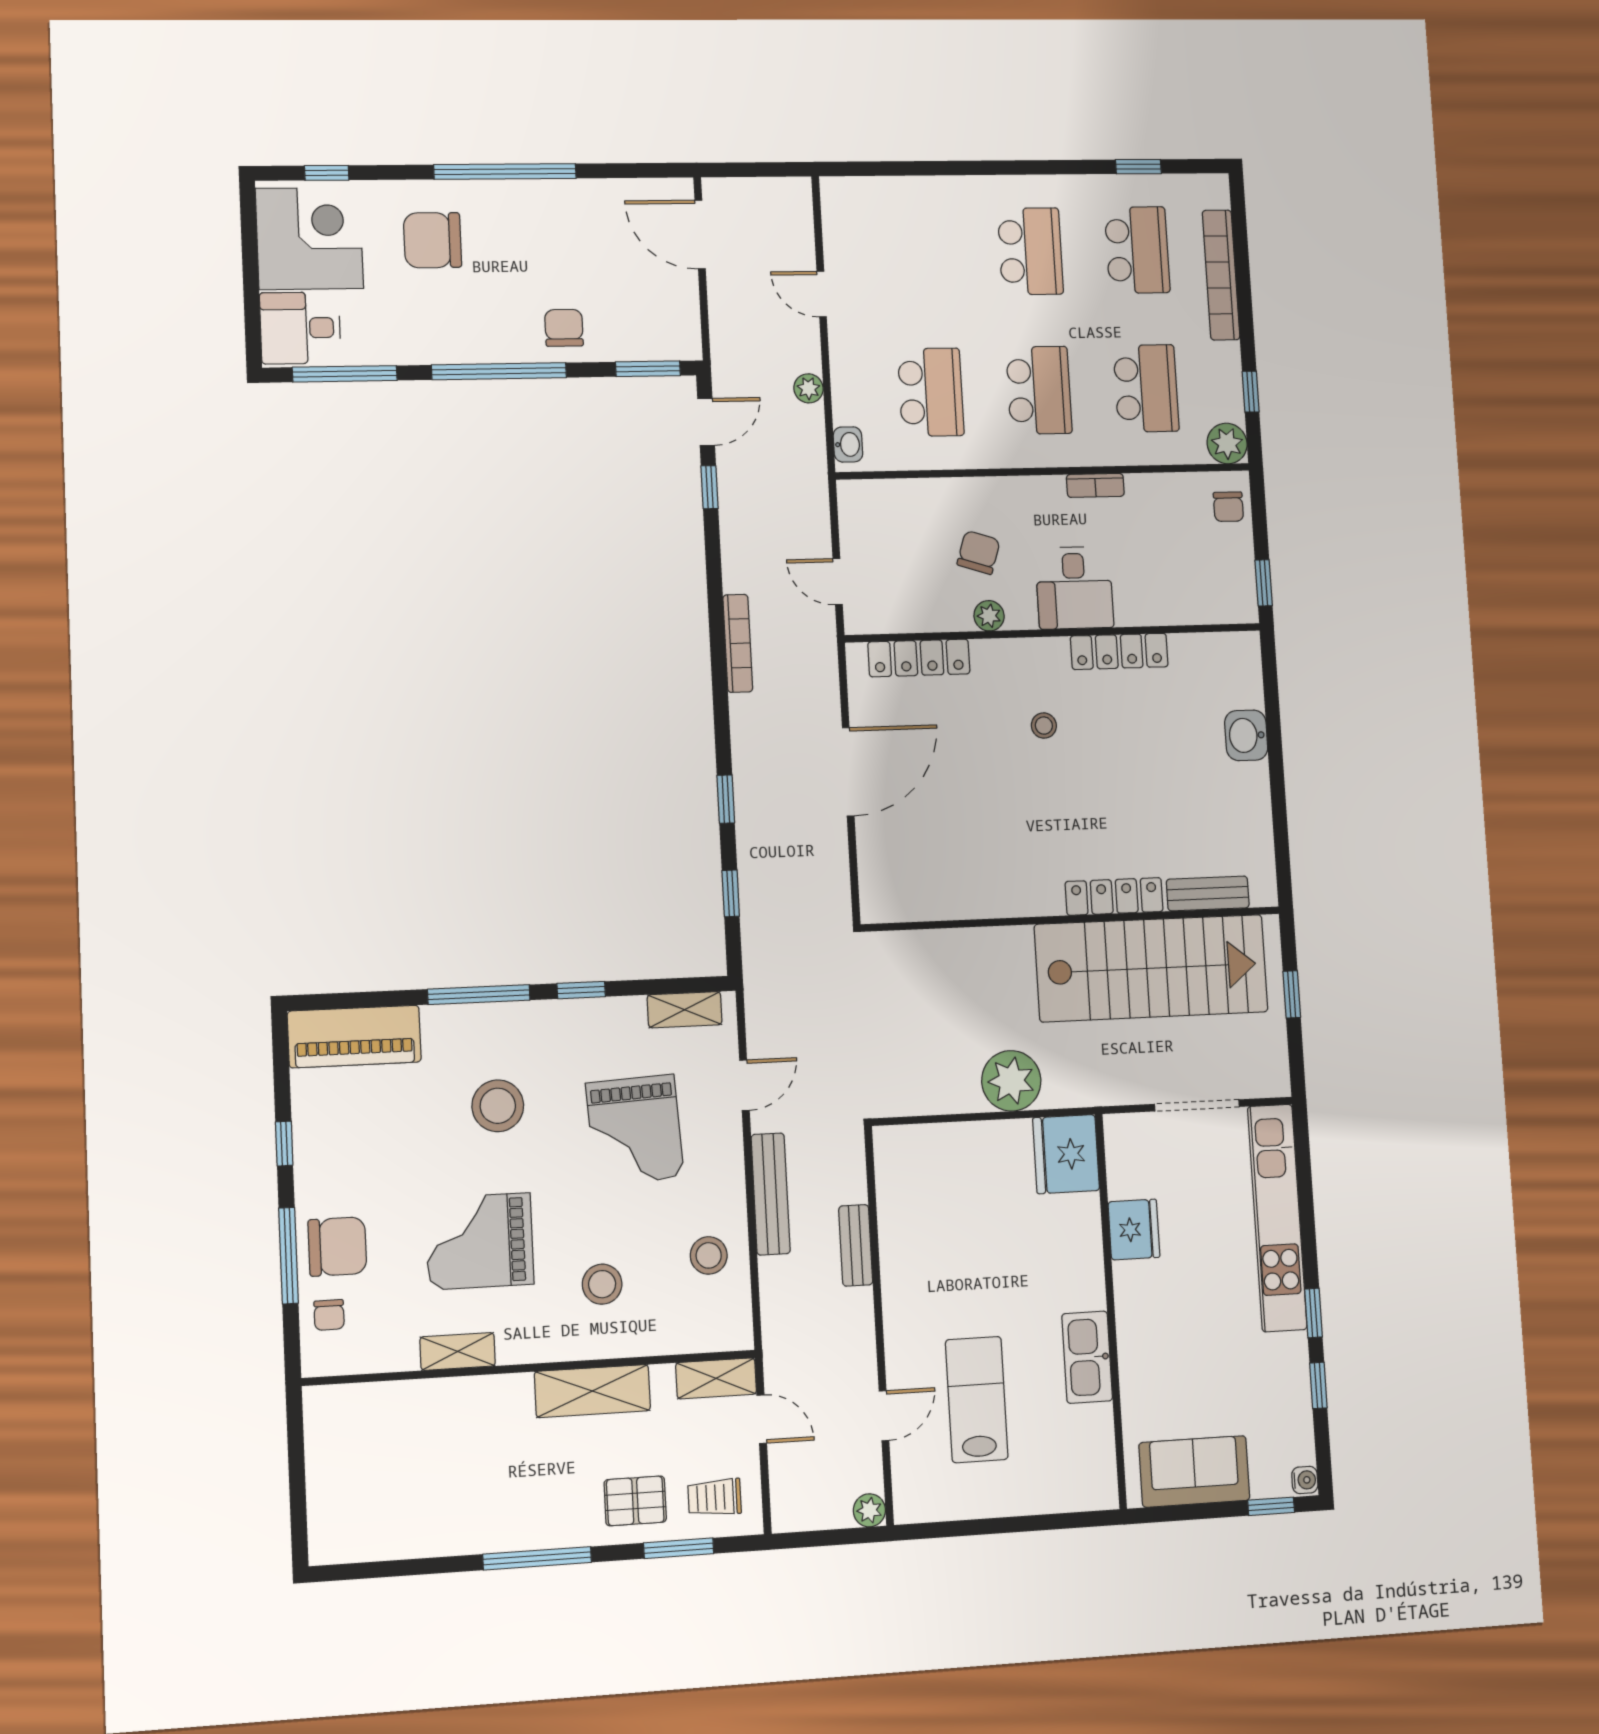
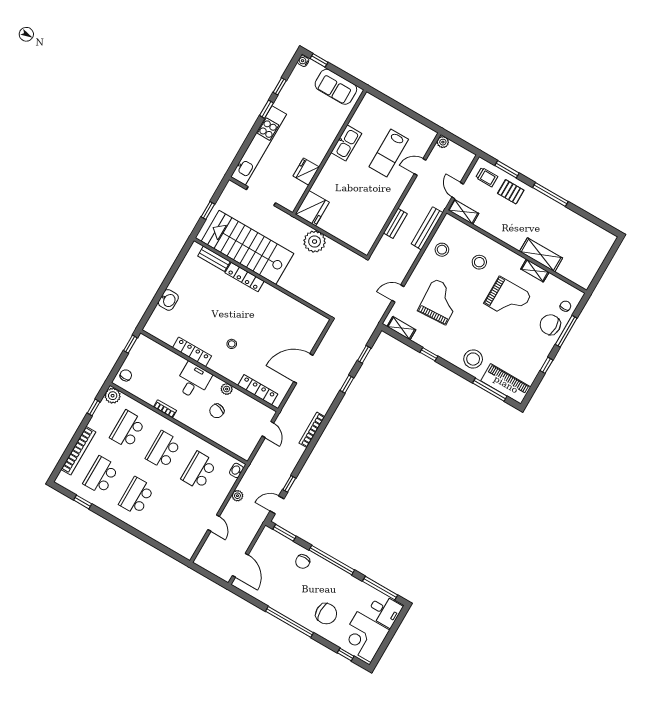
window: (479, 995) -> (490, 390), moved
stool: (498, 1106) -> (473, 359), moved
bench: (771, 1194) -> (427, 228), moved
shelving: (592, 1391) -> (541, 255), moved

